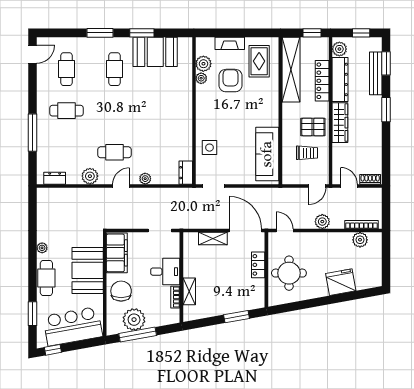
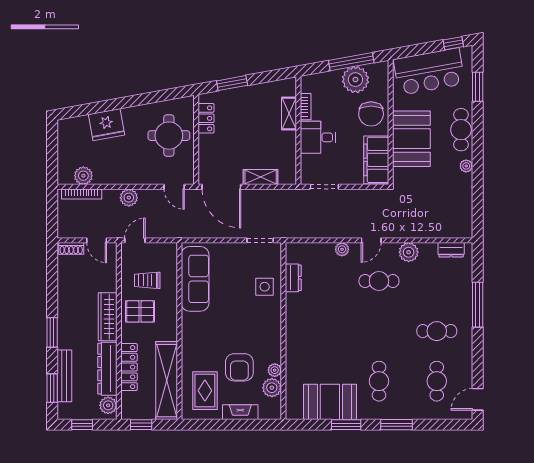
dresser: (186, 173) -> (293, 278), moved
locker: (258, 265) -> (206, 118), moved

